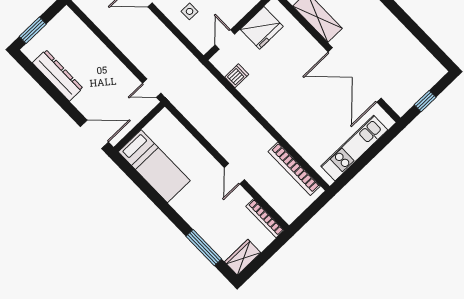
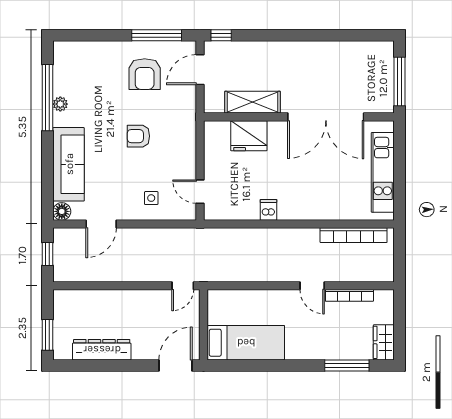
fridge: (262, 28) -> (249, 136), moved, turned 90
dishwasher: (237, 76) -> (268, 210), moved
window: (425, 101) -> (399, 81), width x2.17
bookcase: (265, 218) -> (349, 295), moved

